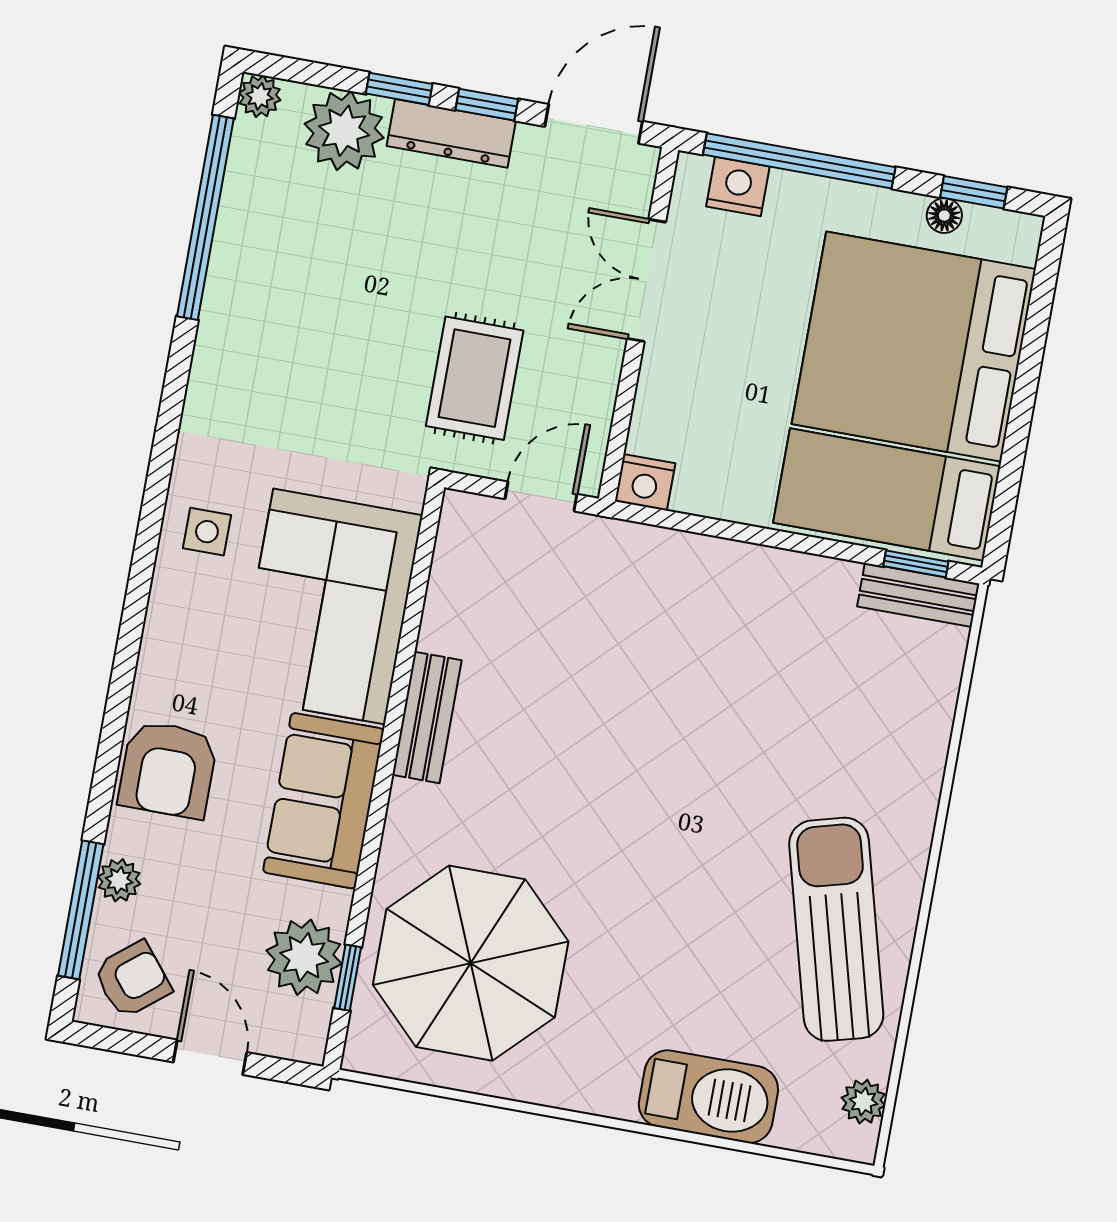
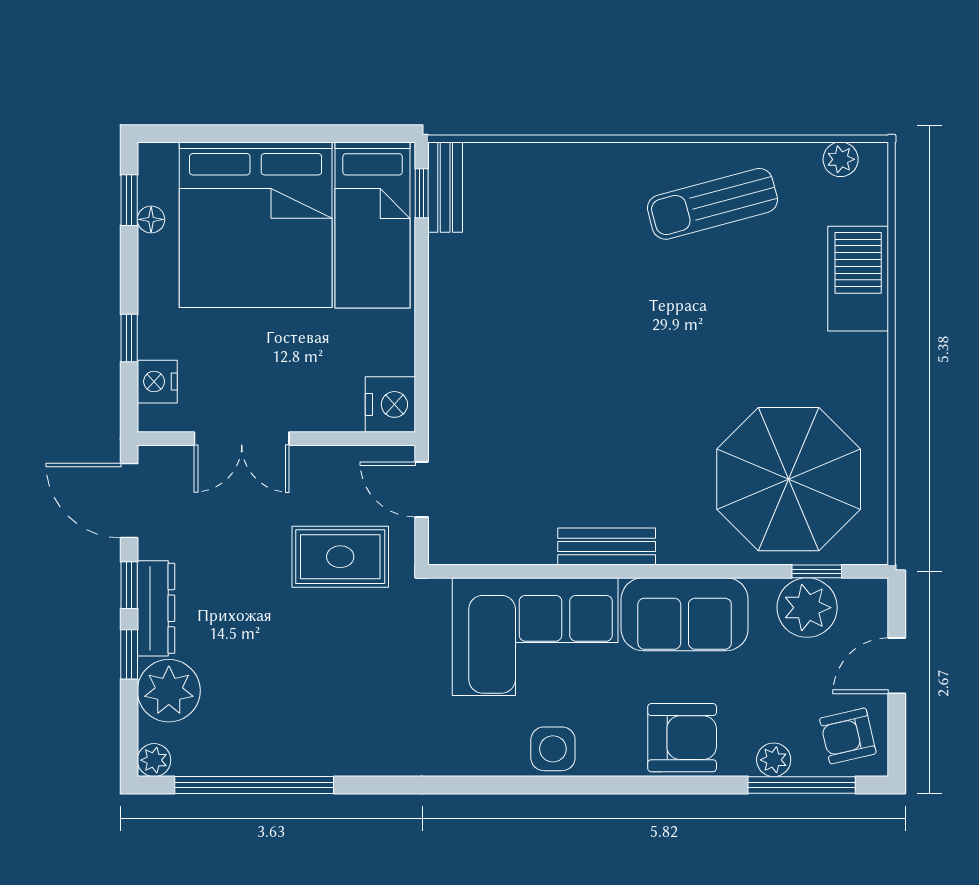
window: (799, 161) -> (129, 338), width x0.32
nightstand: (645, 482) -> (390, 404), width x1.36, depth x1.33
side table: (207, 532) -> (553, 749), moved, width x1.37, depth x1.37
sun lounger: (836, 929) -> (712, 204), width x0.73, depth x0.75
armchair: (132, 980) -> (848, 736), turned -64

